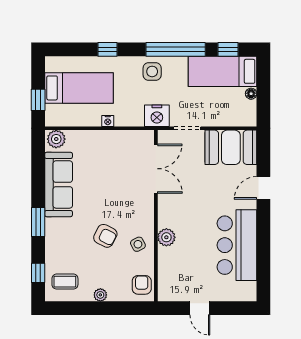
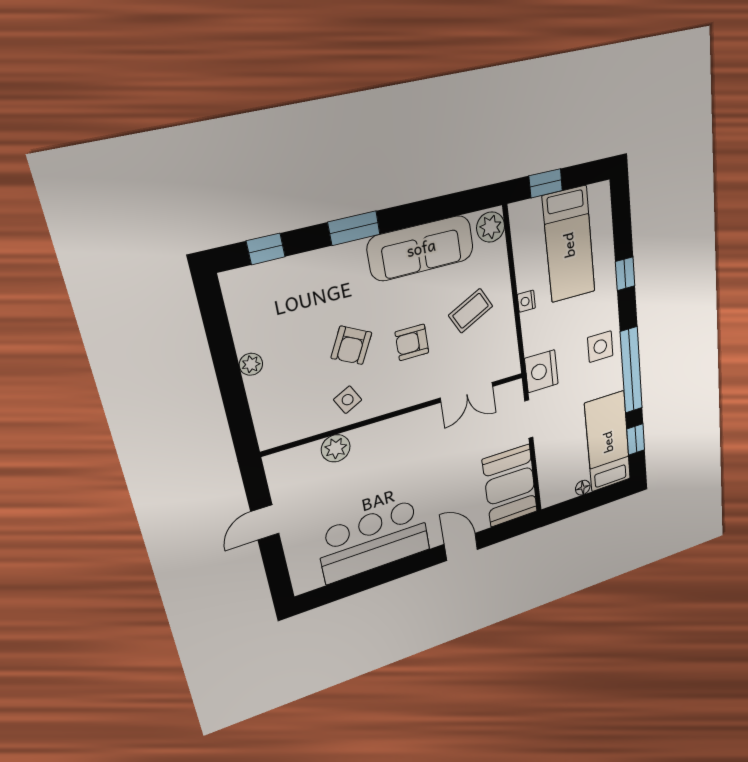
double door: (156, 169) -> (467, 392), width x0.73
plant: (166, 237) -> (336, 448), moved
coffee table: (65, 282) -> (471, 311), moved, turned 63
armchair: (142, 285) -> (412, 342), moved, turned 180

